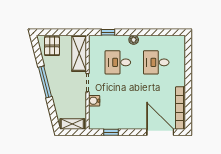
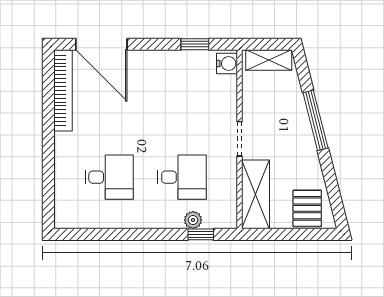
plant: (134, 40) -> (193, 220), moved
window: (45, 82) -> (315, 120), moved
water cooler: (94, 101) -> (227, 64), moved

